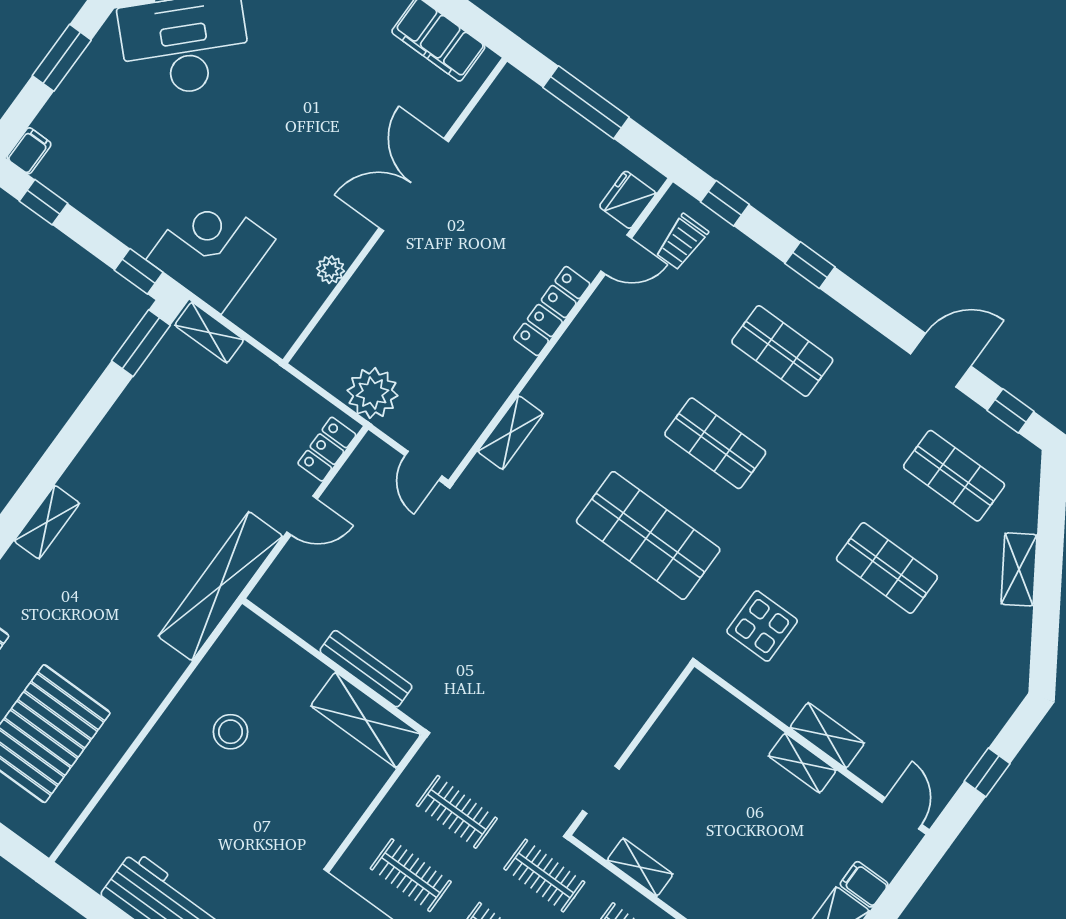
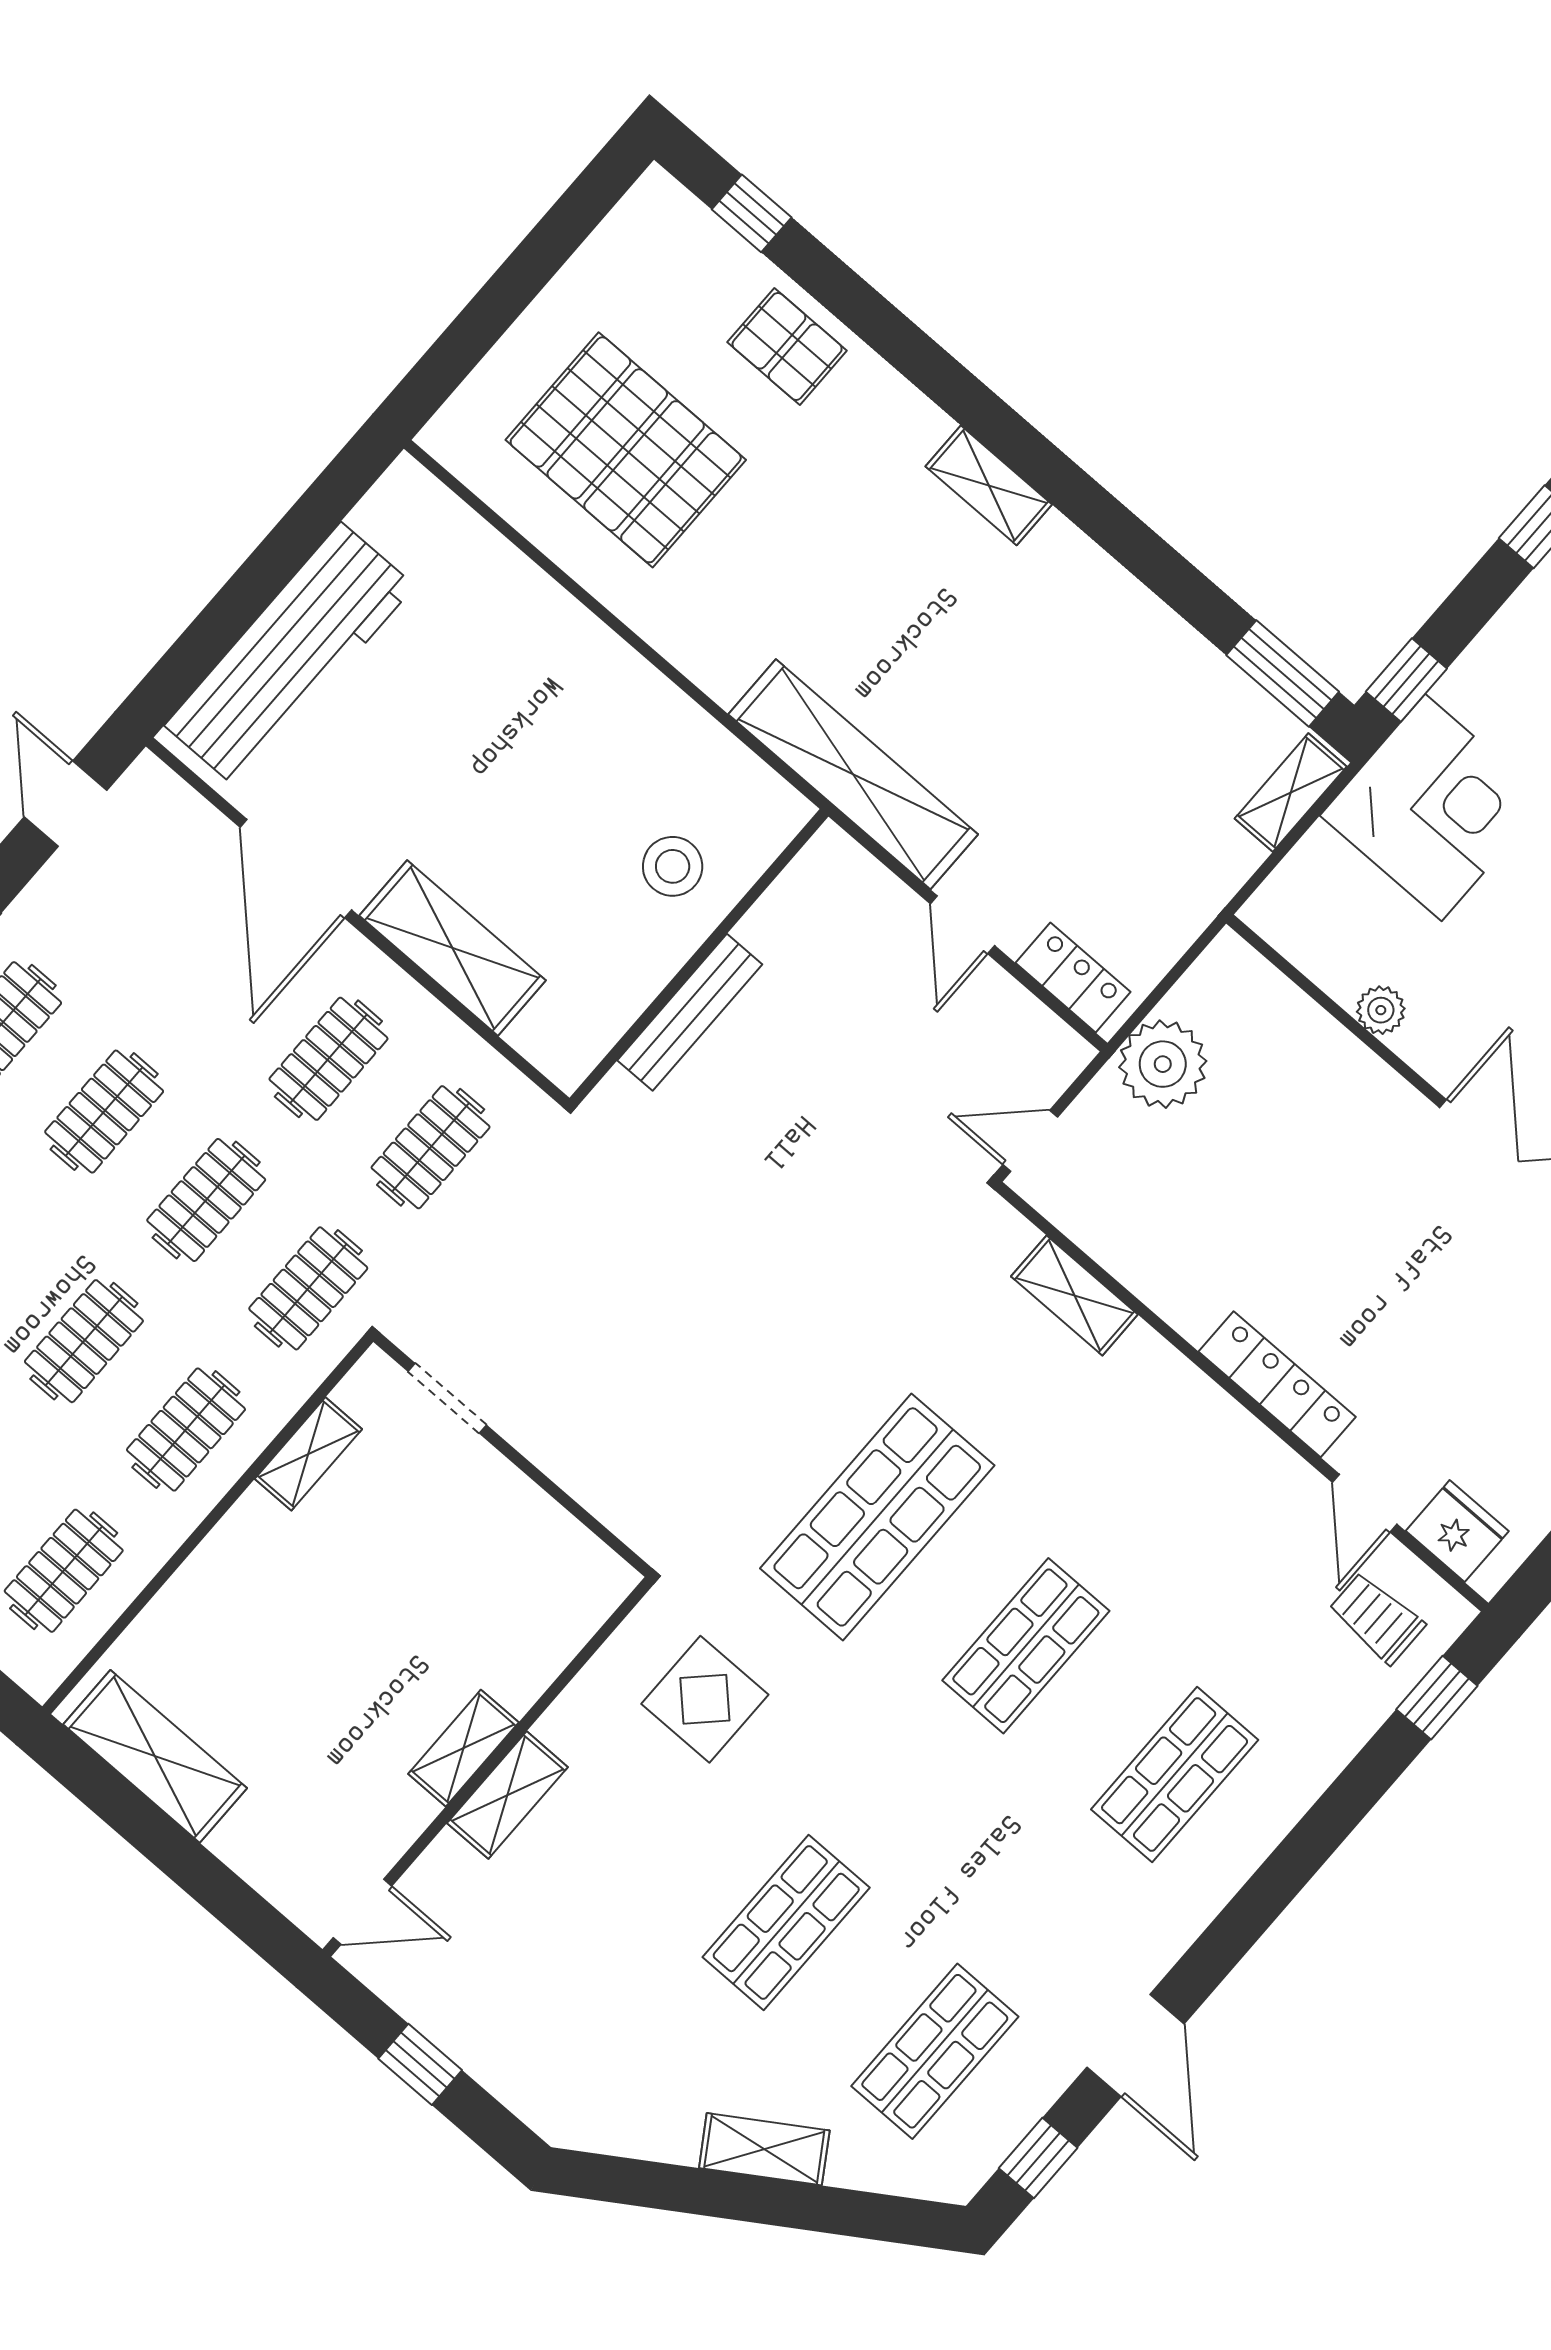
window: (810, 265) -> (1318, 1835), removed
shelving: (366, 720) -> (453, 948), moved, turned 90
stool: (230, 732) -> (673, 866), moved
filing cabinet: (864, 884) -> (246, 1837), removed

